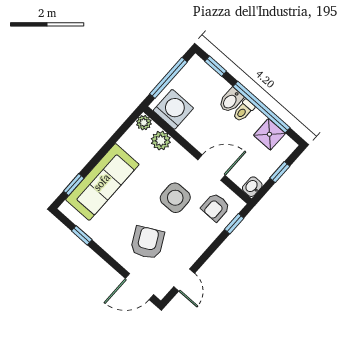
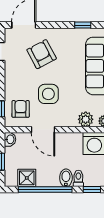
toilet: (244, 111) -> (78, 178), moved
door: (211, 168) -> (43, 130), hinge flipped
armchair: (147, 243) -> (42, 54), turned 180

